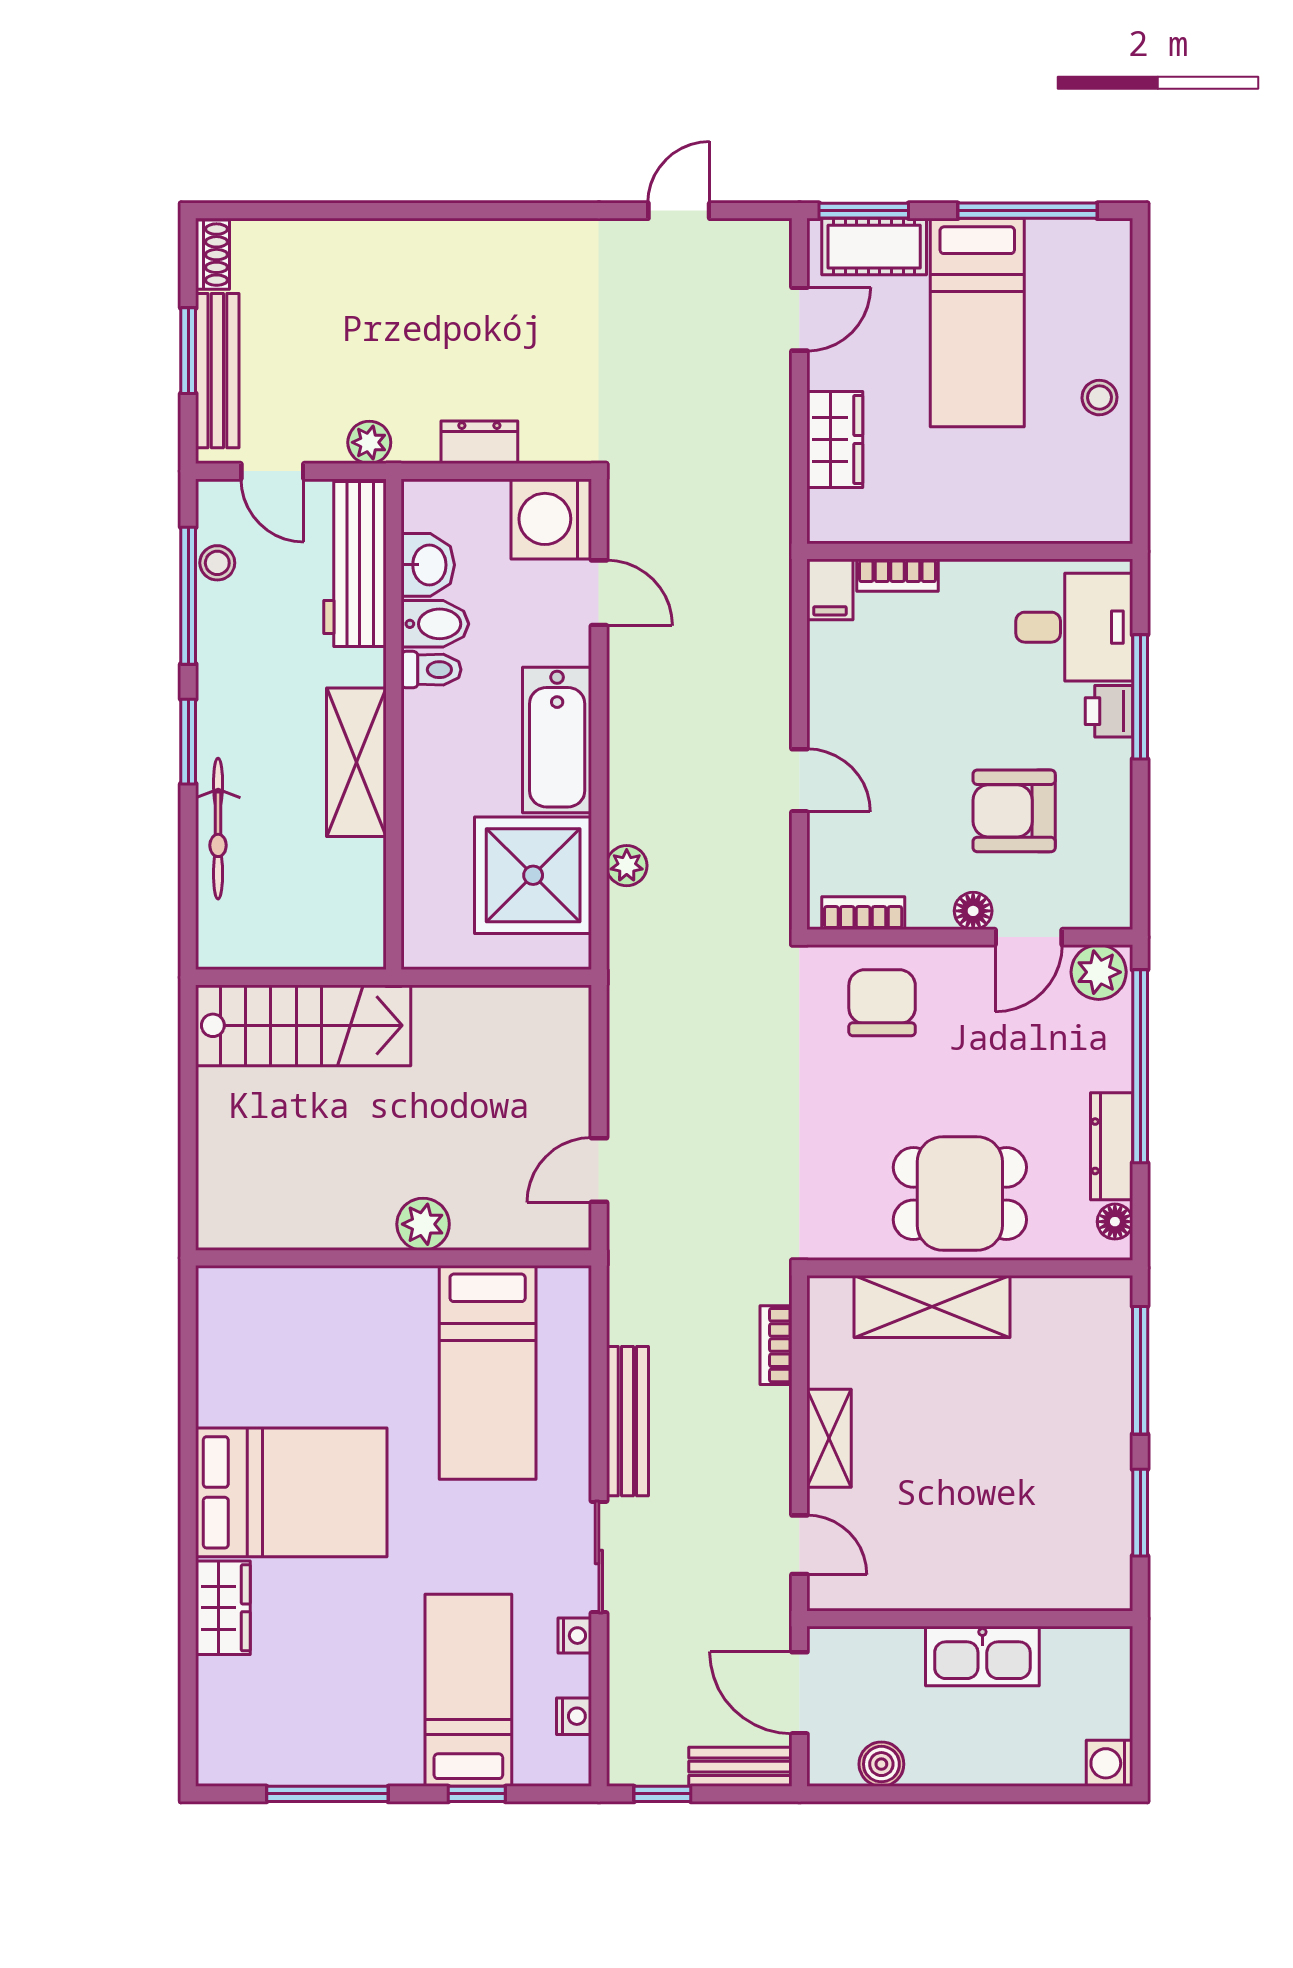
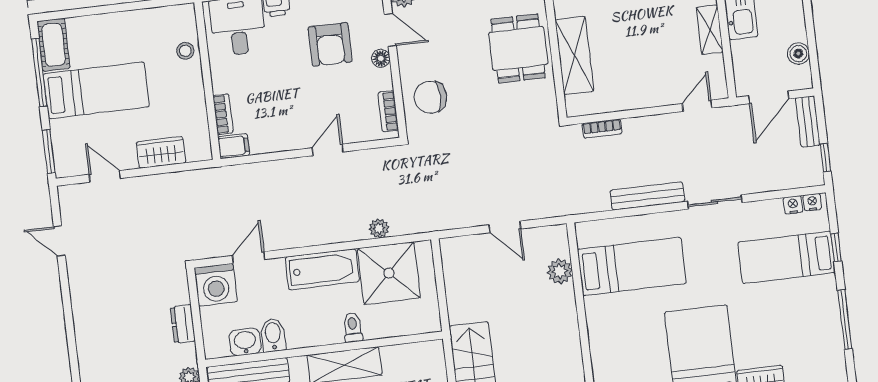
cot: (874, 247) -> (54, 45), moved
stool: (1099, 398) -> (185, 51), moved
toilet: (431, 670) -> (353, 327), moved
door: (599, 1170) -> (505, 227), moved
plant: (423, 1224) -> (560, 271), moved
shelving: (829, 1438) -> (710, 30), moved, turned 90
nightstand: (575, 1636) -> (812, 202), moved

